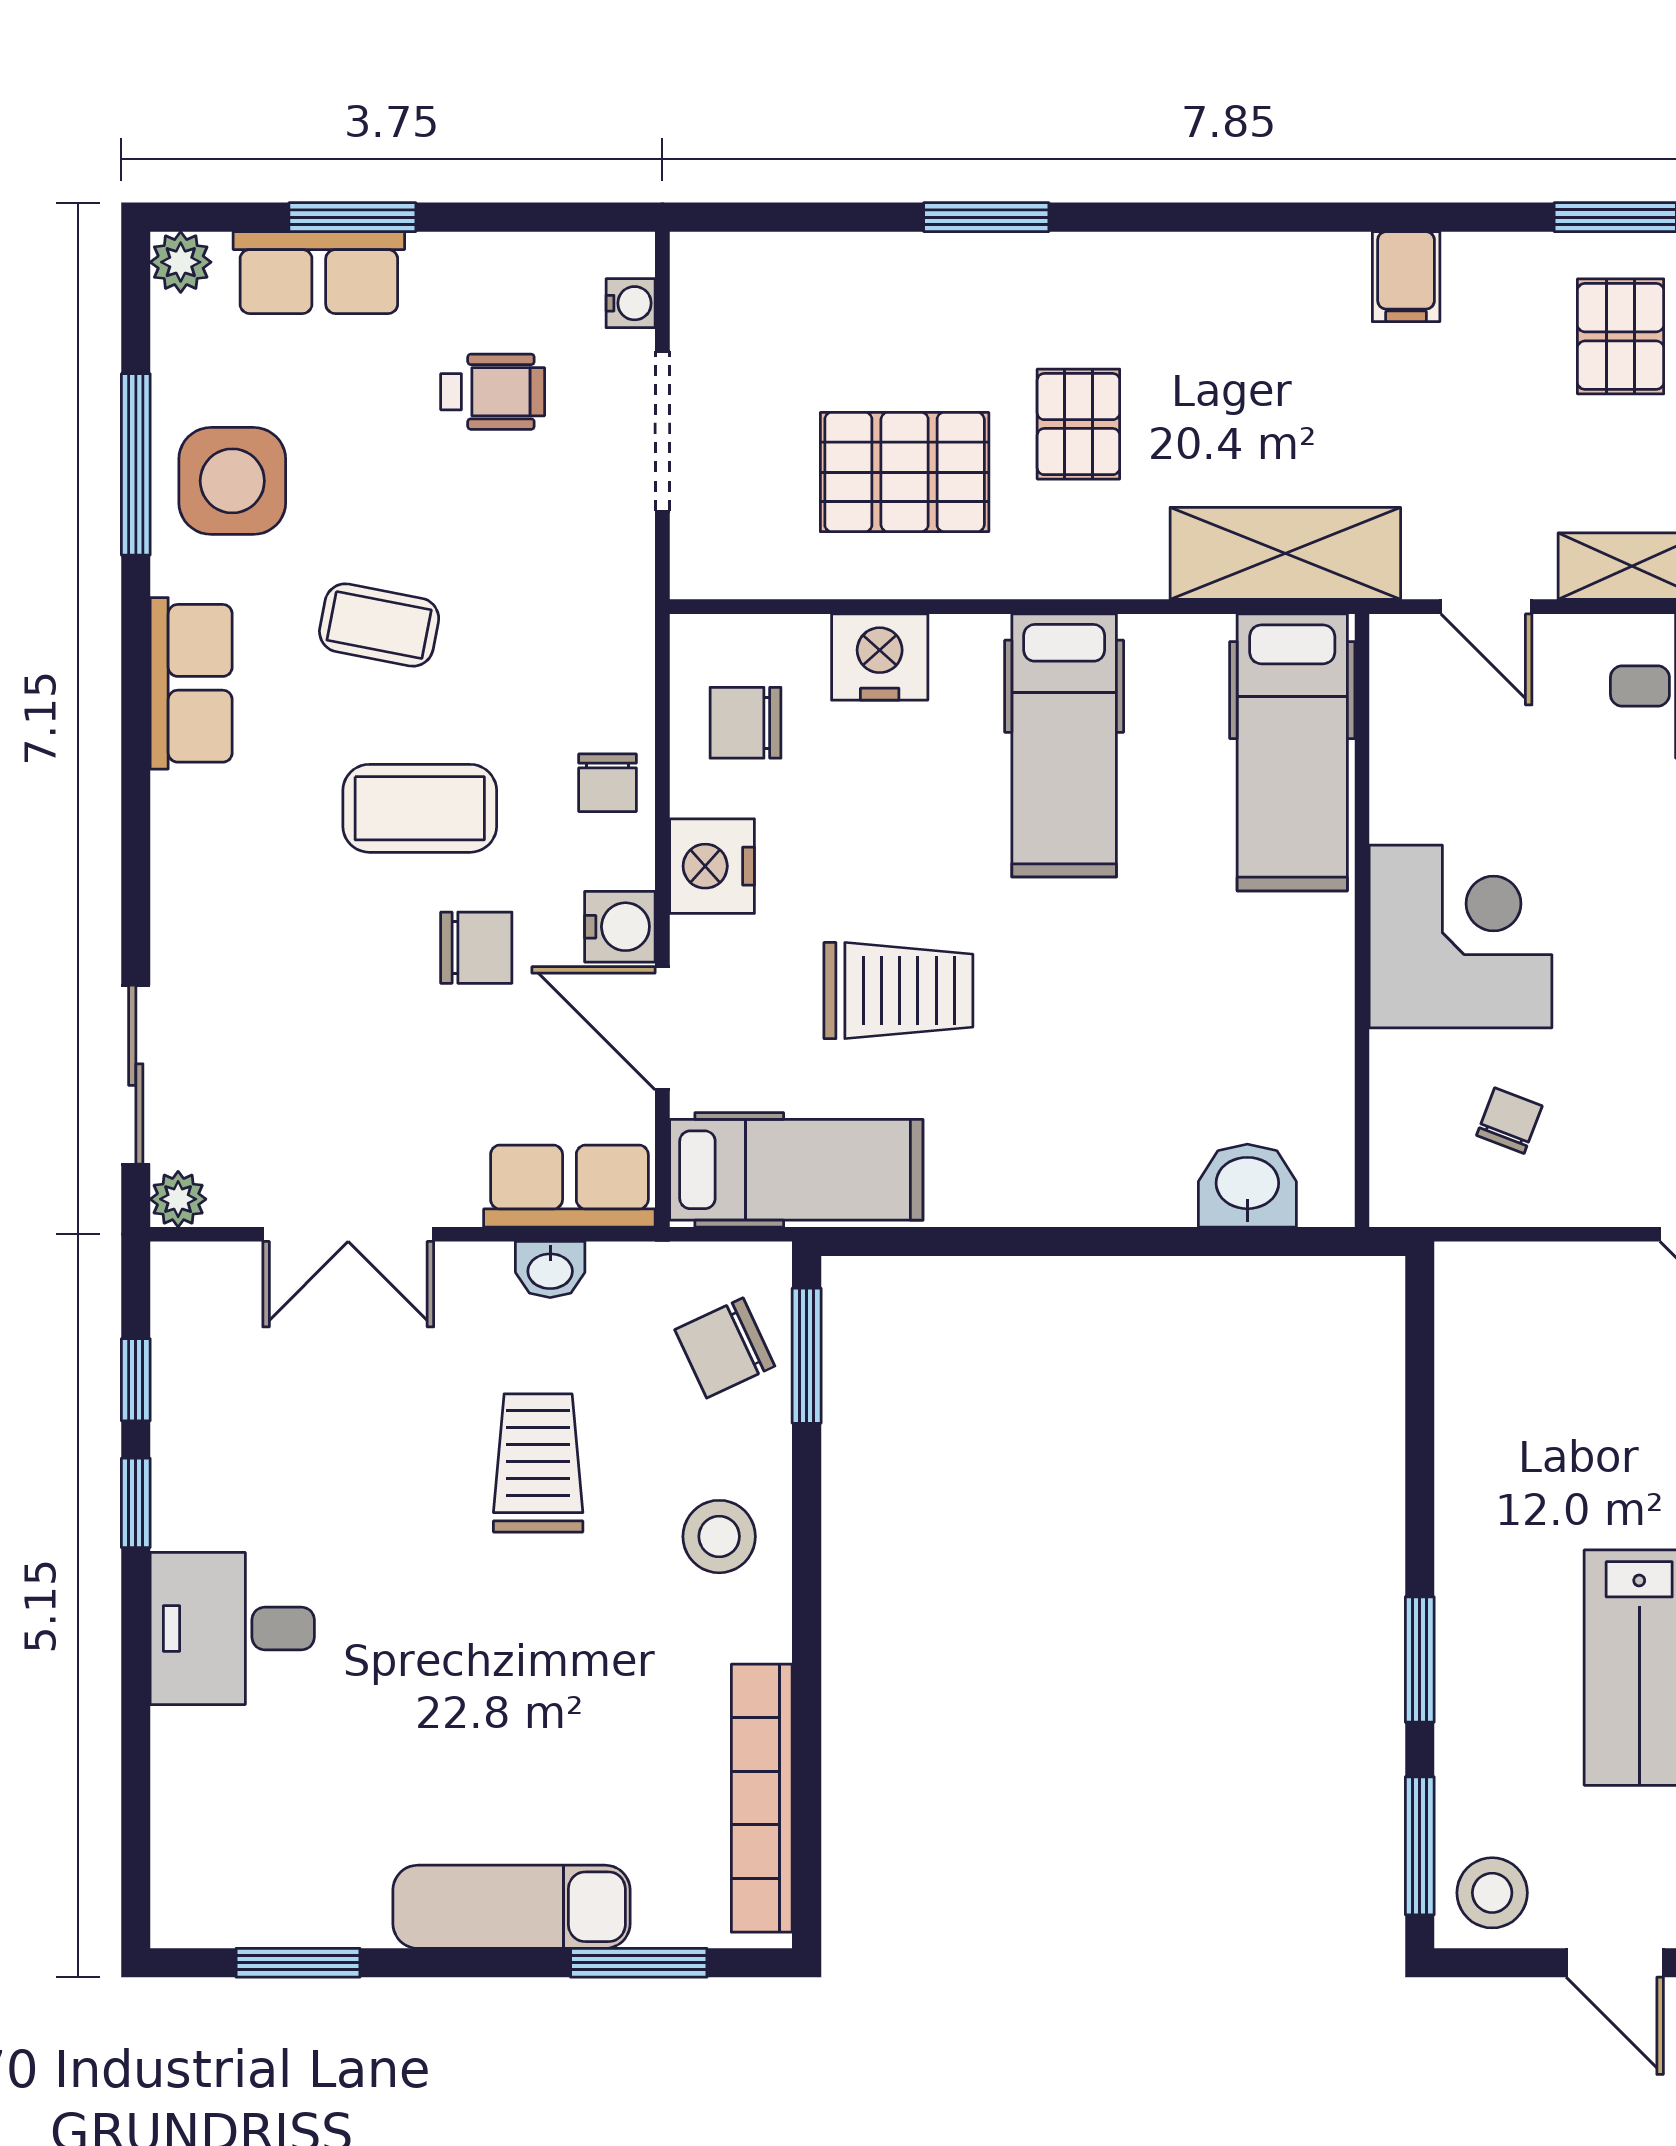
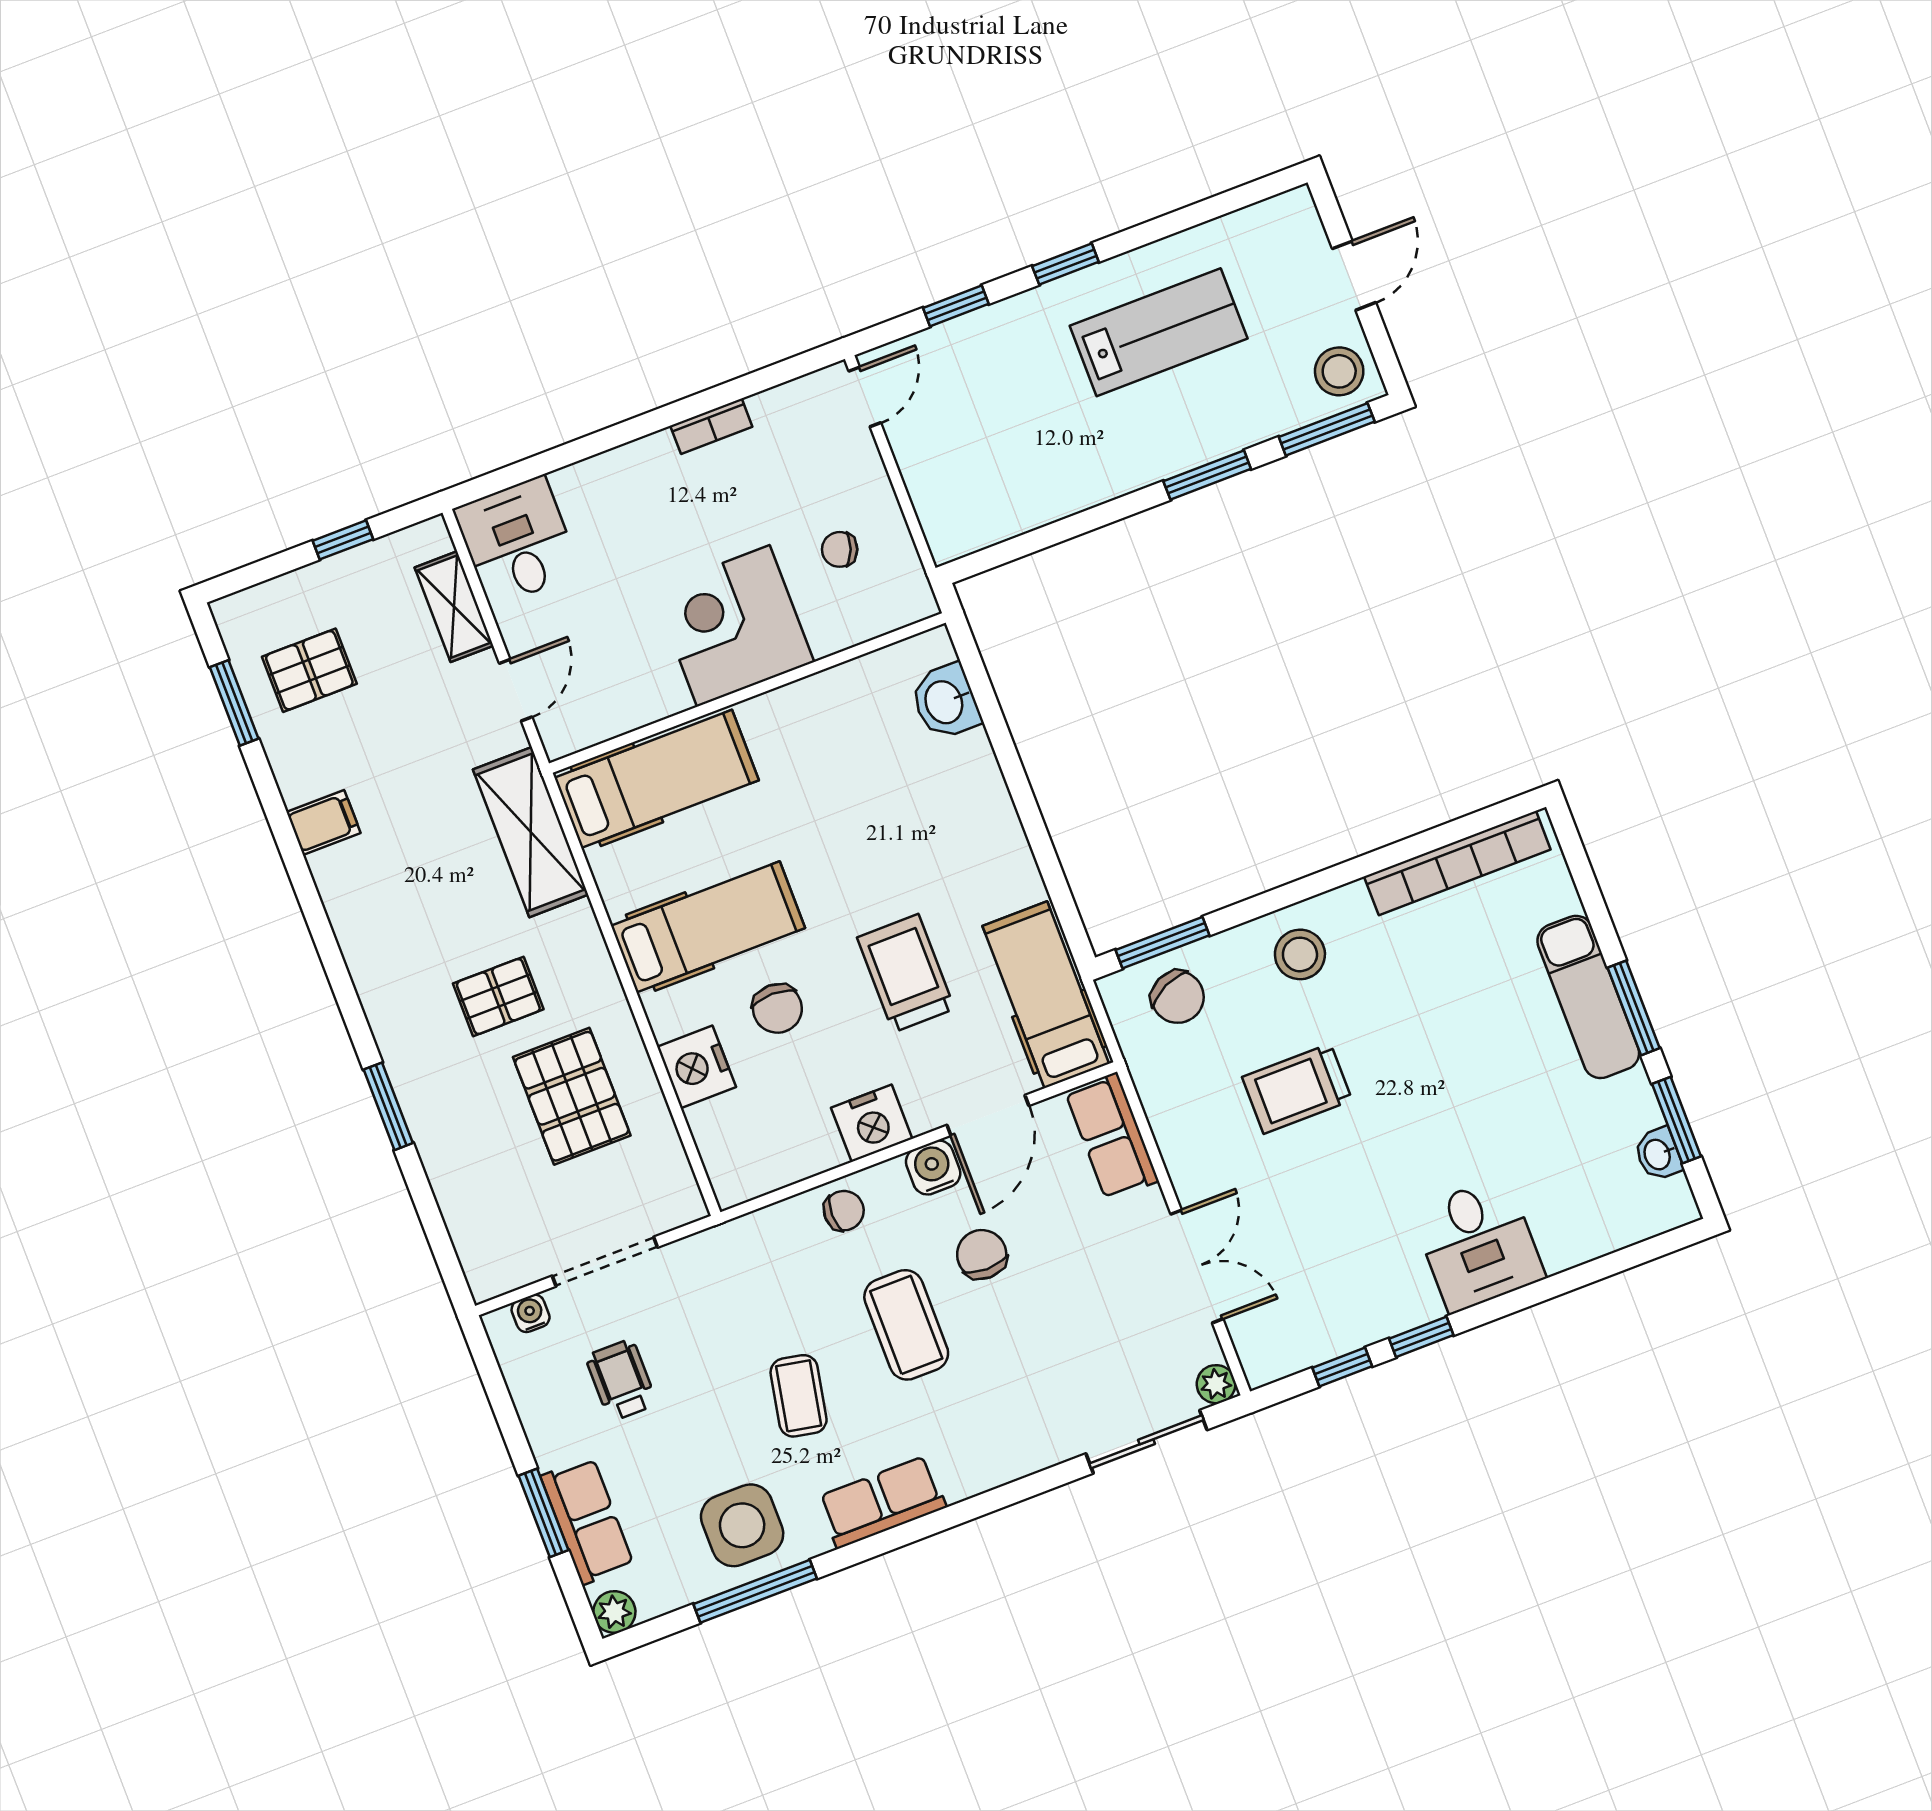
chair: (746, 723) -> (777, 1008), moved
washbasin: (550, 1270) -> (1658, 1154), moved, turned 180
window: (639, 1963) -> (1634, 1008), moved

